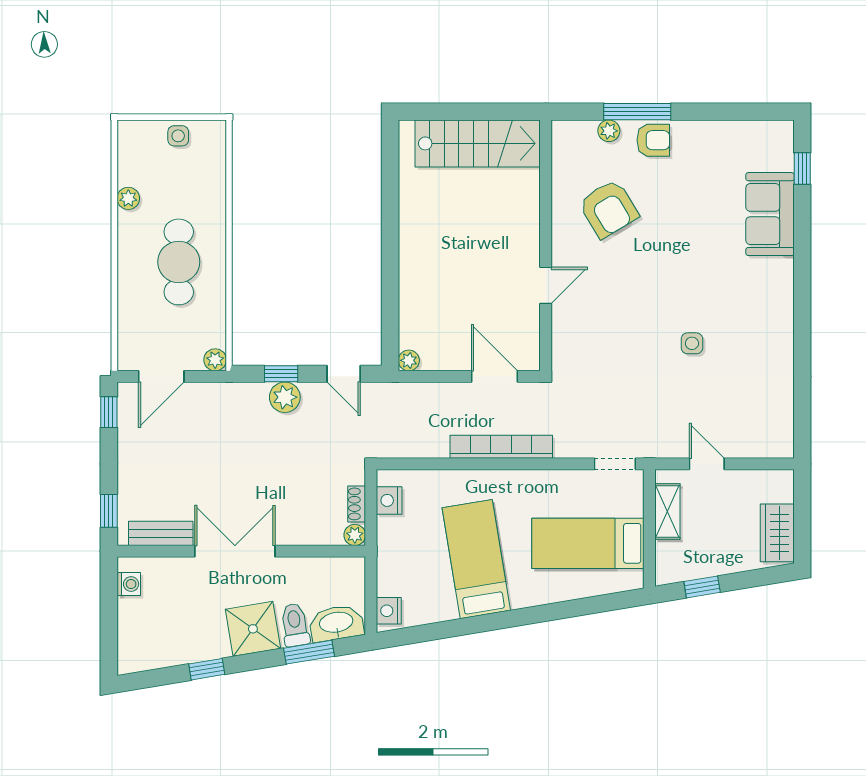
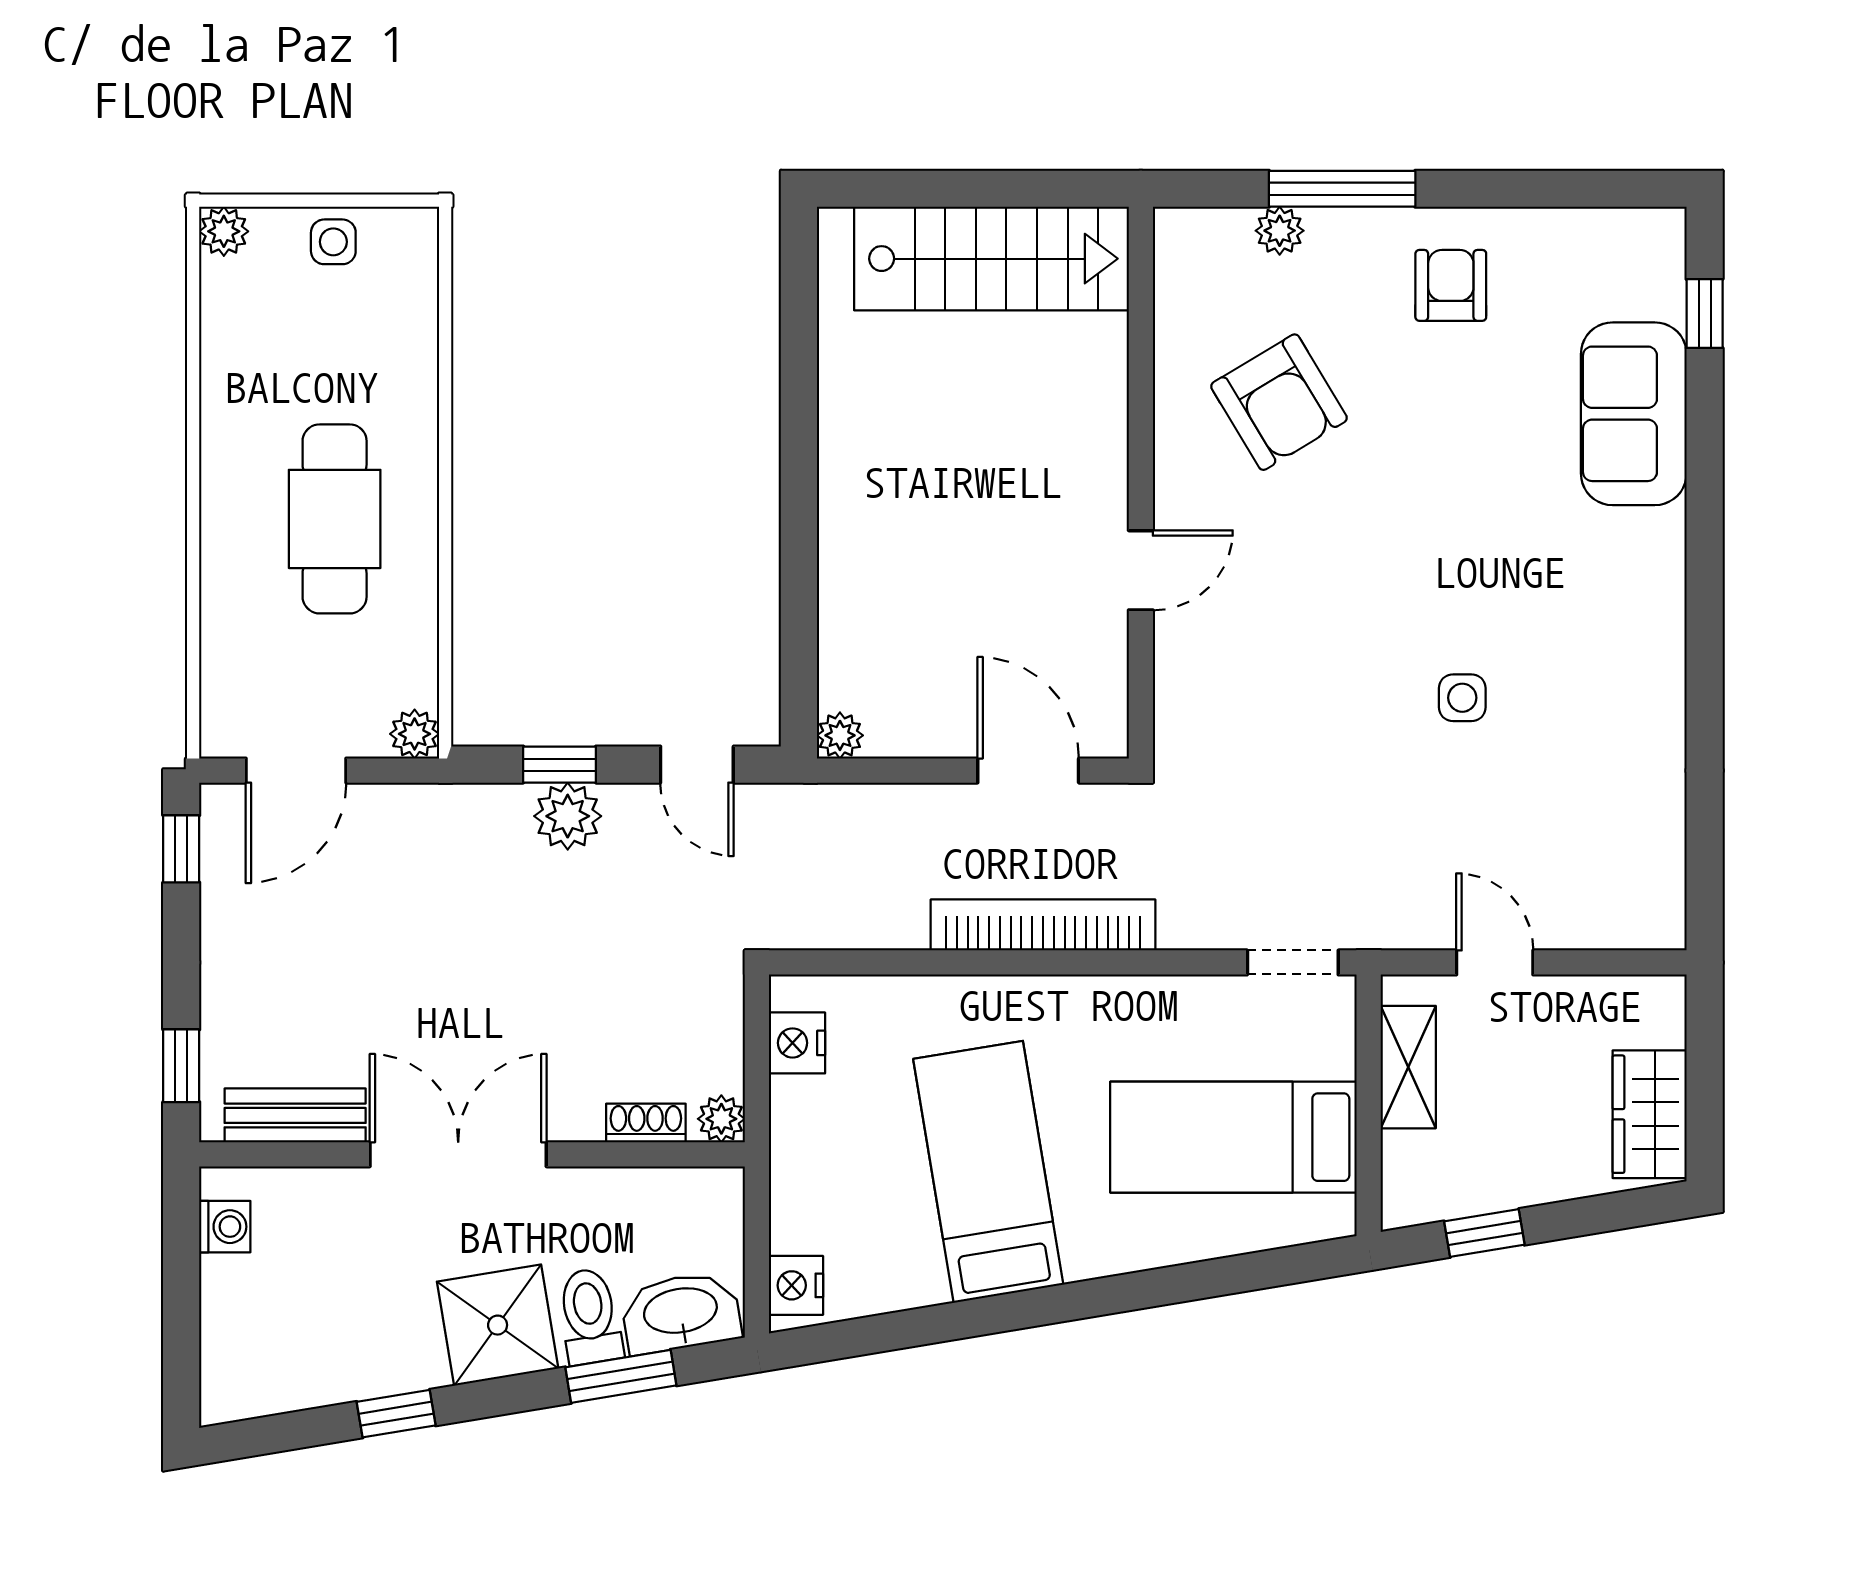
armchair: (653, 140) -> (1451, 285), moved, turned -90
plant: (128, 198) -> (224, 231), moved
shoe rack: (357, 504) -> (646, 1123), moved, turned 90

